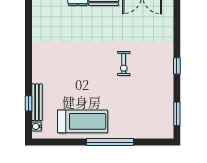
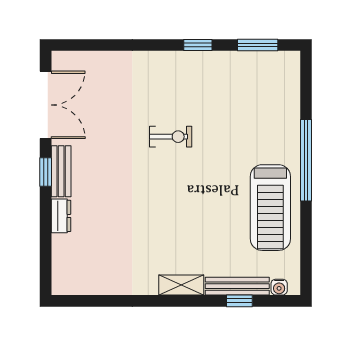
window: (177, 66) -> (198, 45), moved
shelving: (38, 70) -> (181, 285), added
treadmill: (83, 121) -> (270, 208), turned 180

